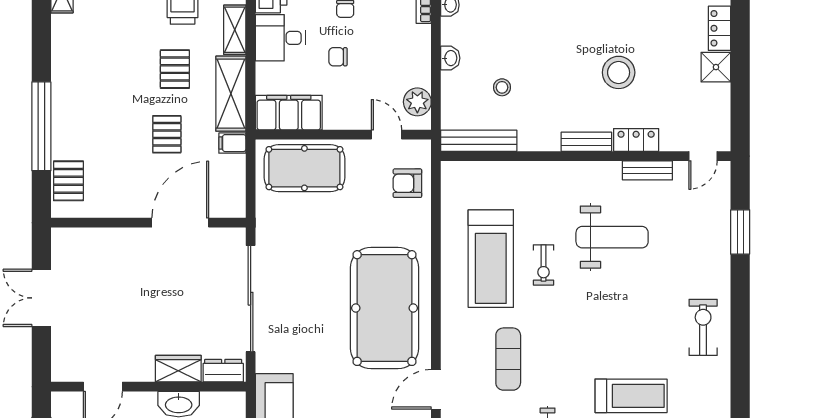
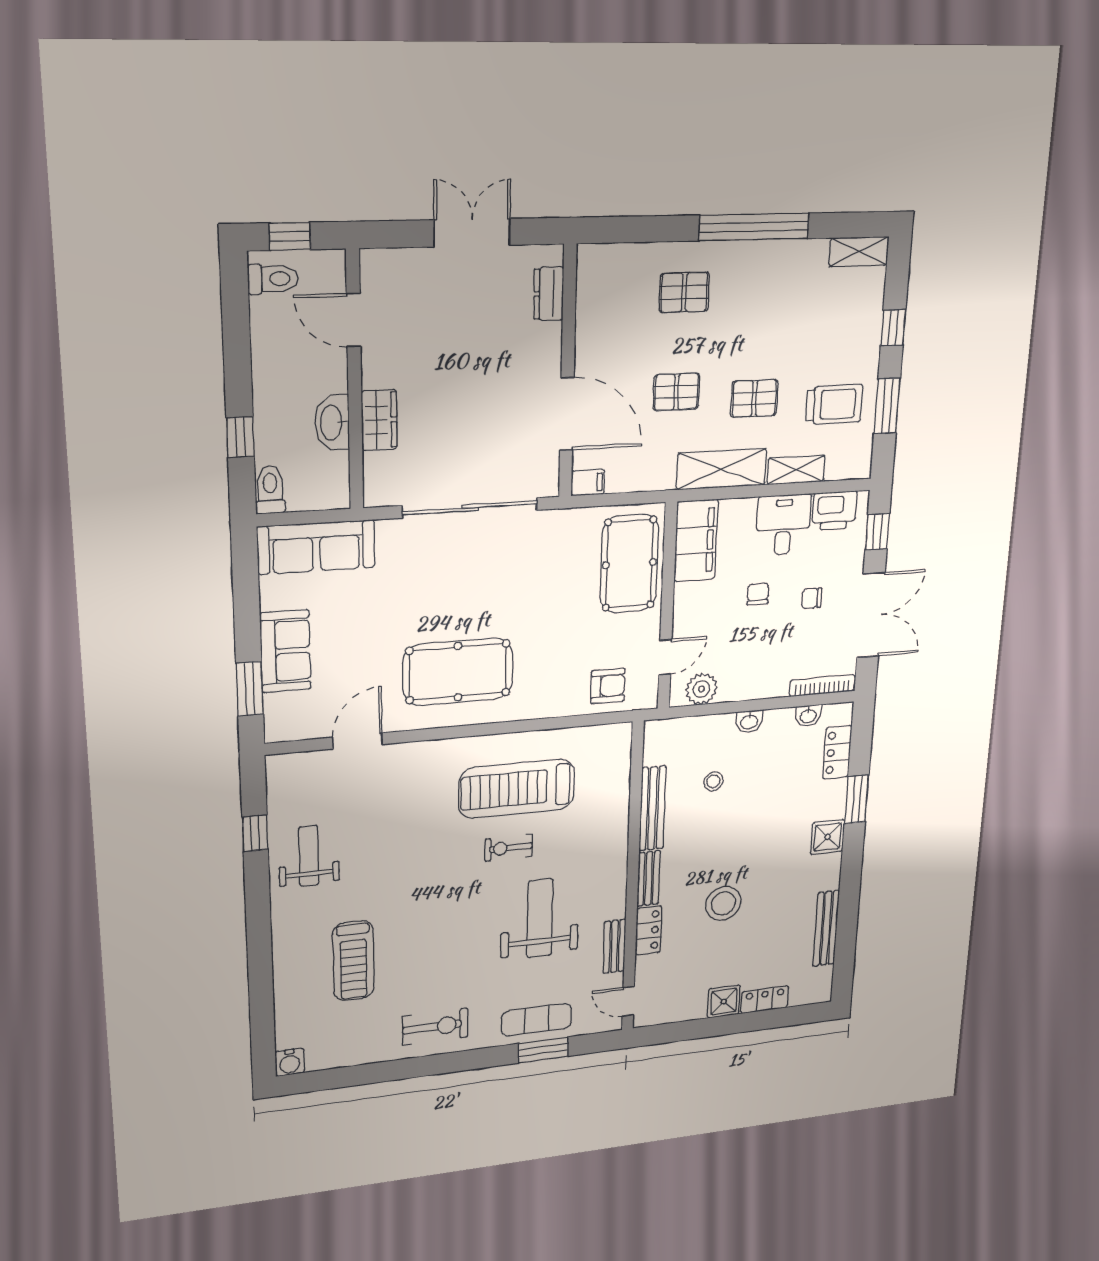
window: (41, 126) -> (754, 227), moved
bench: (479, 141) -> (652, 808), moved
filing cabinet: (232, 143) -> (588, 483), moved, turned 90
pallet: (68, 181) -> (684, 292), moved
armchair: (407, 183) -> (608, 686), turned 90
weight bench: (612, 237) -> (540, 918), turned 180
pool table: (385, 308) -> (458, 672), width x0.73, depth x0.76
exercise mat: (508, 359) -> (537, 1020), moved
dresser: (223, 371) -> (549, 294), moved, turned 180
door: (436, 389) -> (358, 741), hinge flipped

